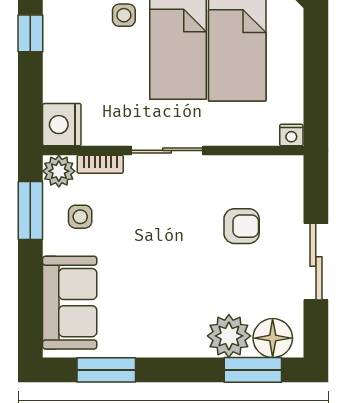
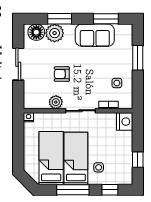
plant: (59, 171) -> (56, 102), moved
window: (30, 211) -> (138, 58), moved
armchair: (242, 226) -> (62, 74), moved
sofa: (70, 303) -> (95, 35), moved, turned -90
window: (253, 370) -> (60, 19), moved

